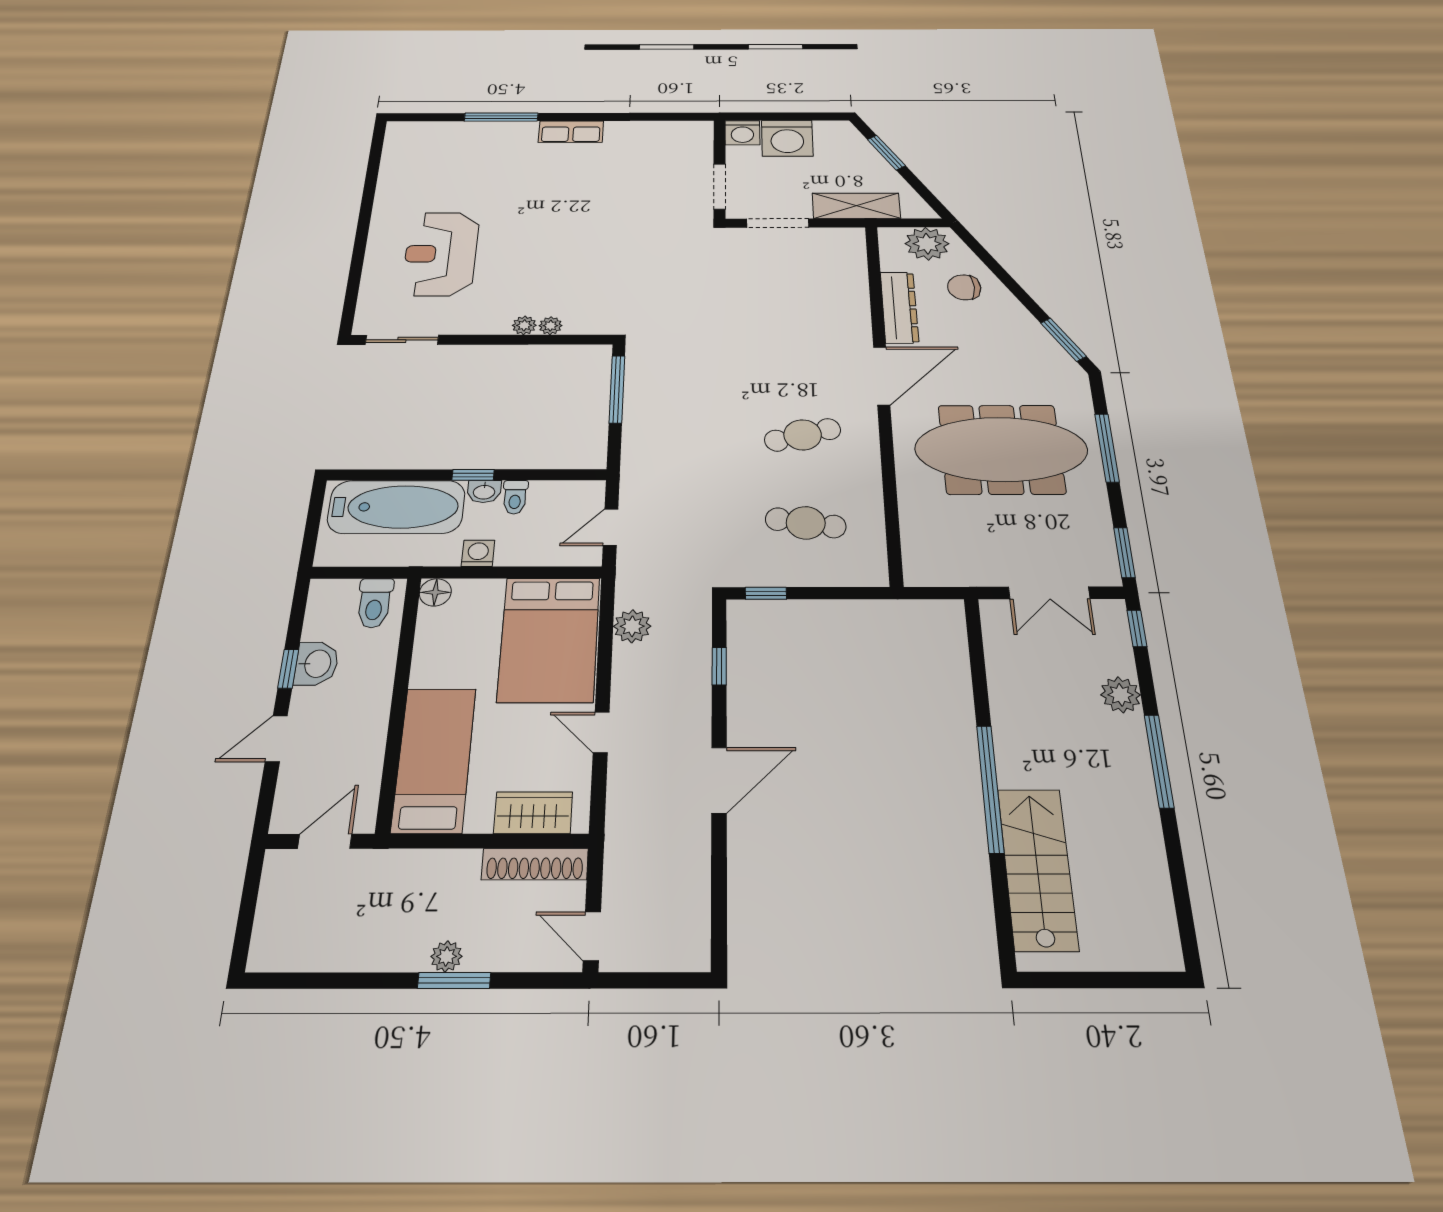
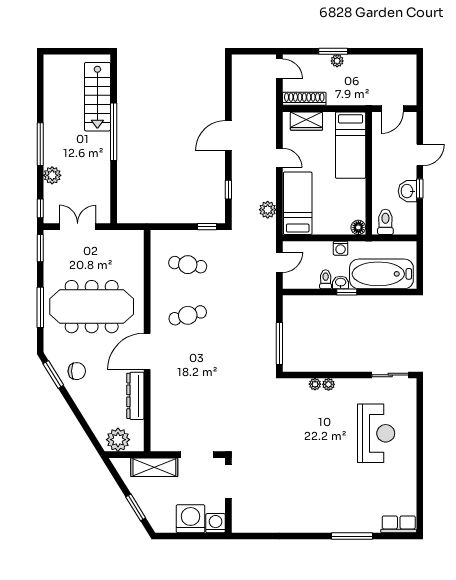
row of seats: (571, 132) -> (399, 524), moved
chair: (964, 287) -> (77, 371), moved
bed: (549, 639) -> (298, 203), width x0.67

